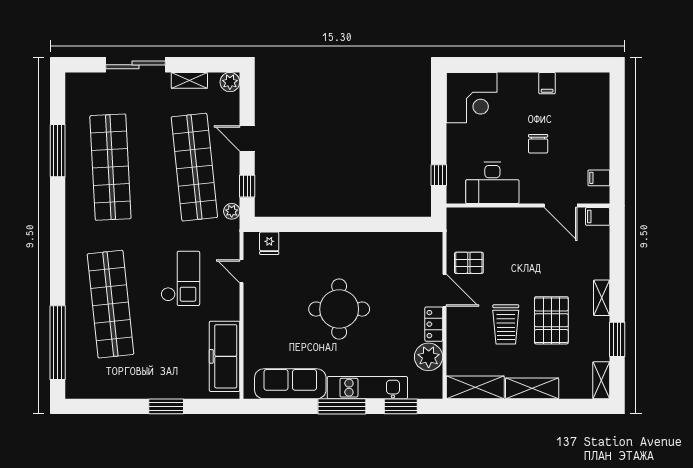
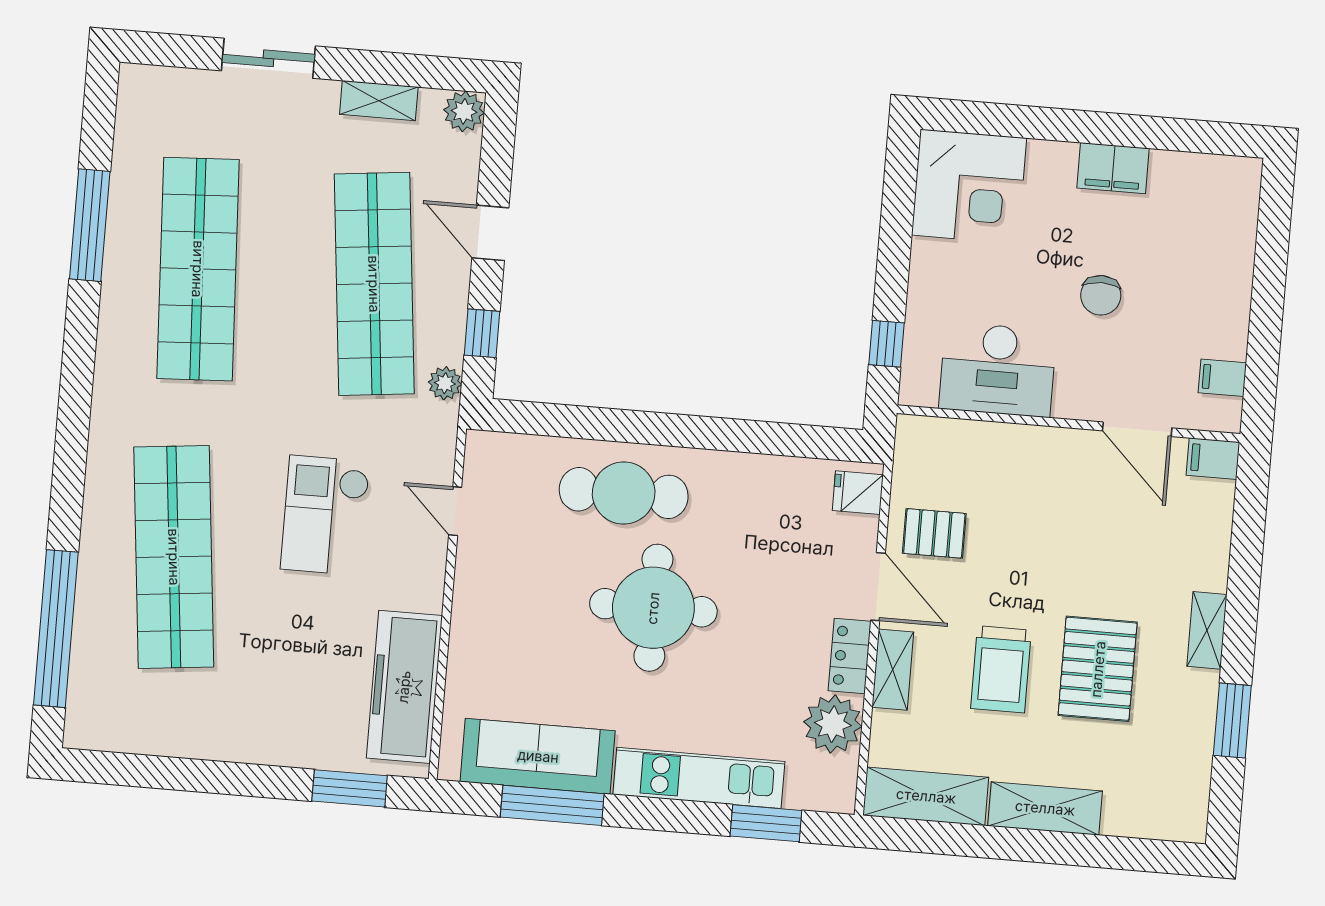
sliding door: (135, 65) -> (268, 58), width x0.73
filing cabinet: (547, 83) -> (1113, 168), width x2.00
fridge: (269, 243) -> (858, 493), moved, turned 90
cafe table: (320, 256) -> (624, 493), added
checkout: (180, 278) -> (325, 515), turned 180
shelving: (601, 380) -> (893, 670), moved
window: (166, 406) -> (350, 788), moved
window: (342, 406) -> (552, 805), moved

